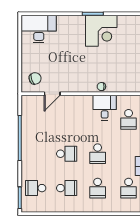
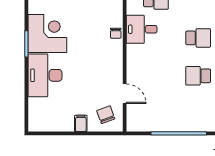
desk: (39, 29) -> (45, 75), moved
filing cabinet: (28, 58) -> (81, 123), added
school desk: (67, 154) -> (198, 76), turned -90

